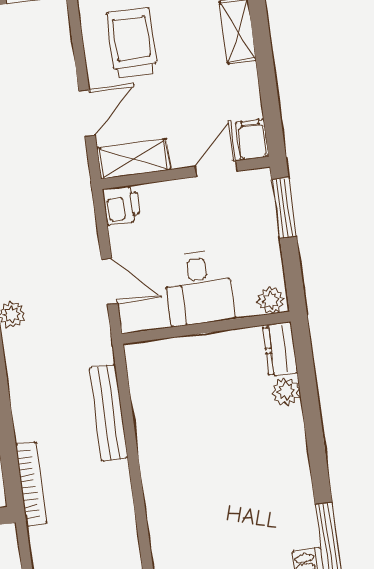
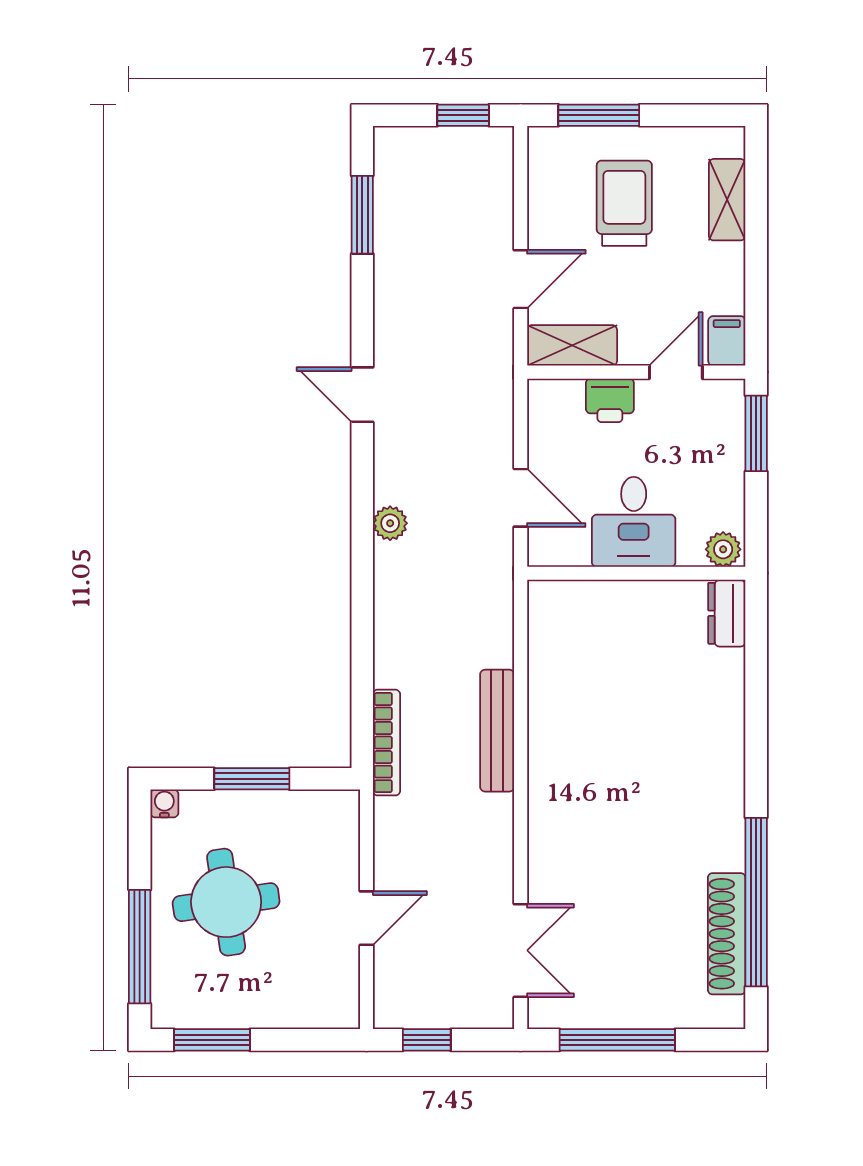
trolley: (132, 43) -> (624, 203), moved
printer: (121, 205) -> (610, 400), moved, turned 90
plant: (286, 391) -> (727, 668), removed
bench: (109, 413) -> (497, 731), moved

